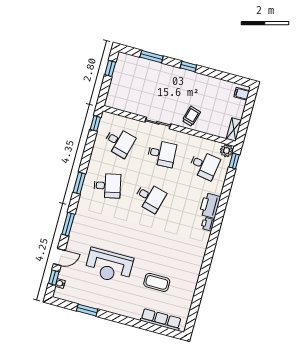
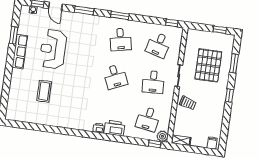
pallet: (150, 87) -> (208, 65), added
desk: (150, 197) -> (115, 77), turned -39
row of seats: (161, 320) -> (20, 51), moved

